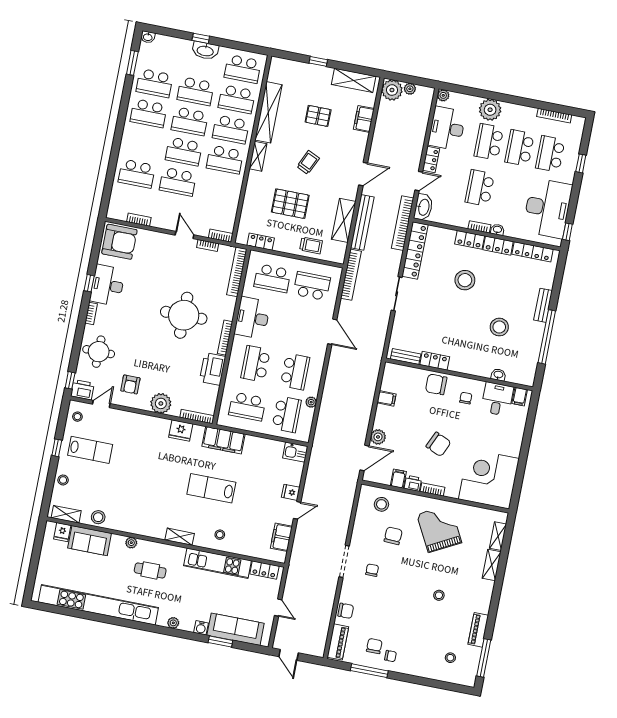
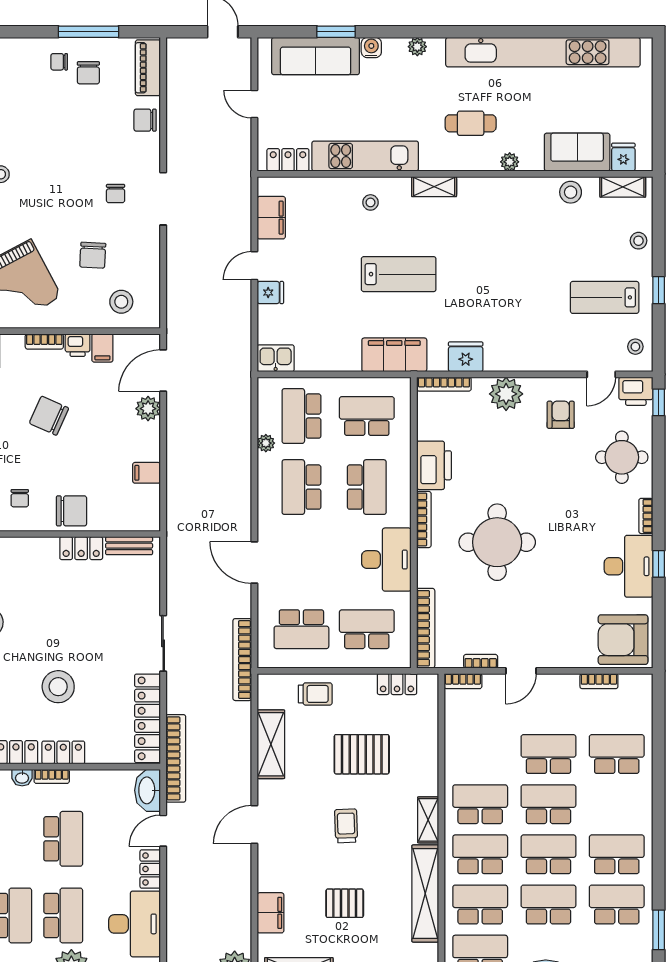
trolley: (308, 162) -> (346, 826), turned 153
bench: (362, 222) -> (240, 747), removed
door: (185, 235) -> (521, 671), hinge flipped
trolley: (311, 245) -> (315, 694), turned 180

